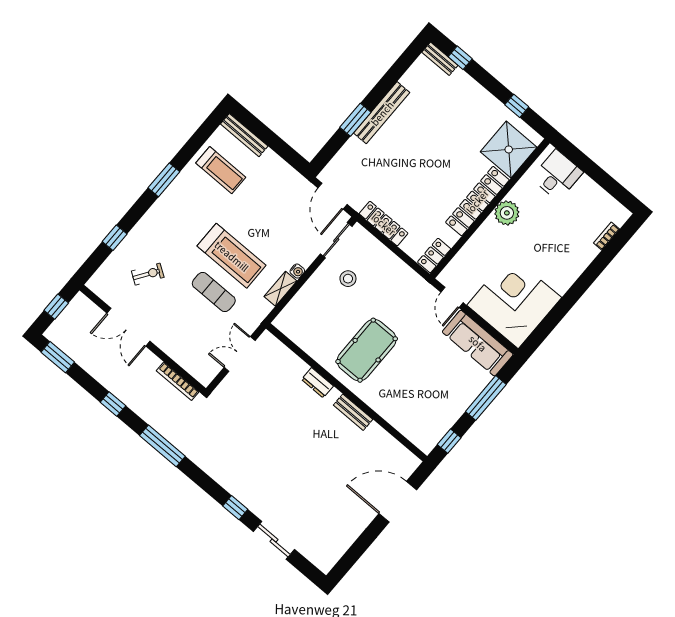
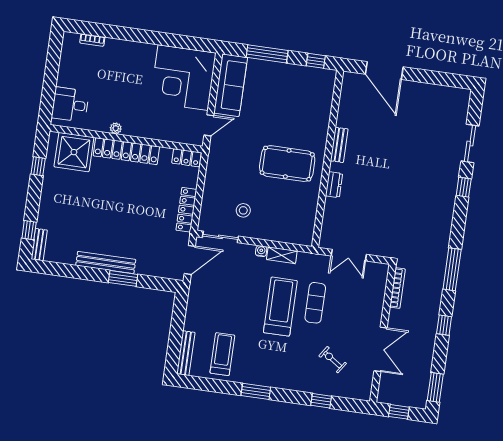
plant: (507, 213) -> (116, 128), width x0.53, depth x0.53

